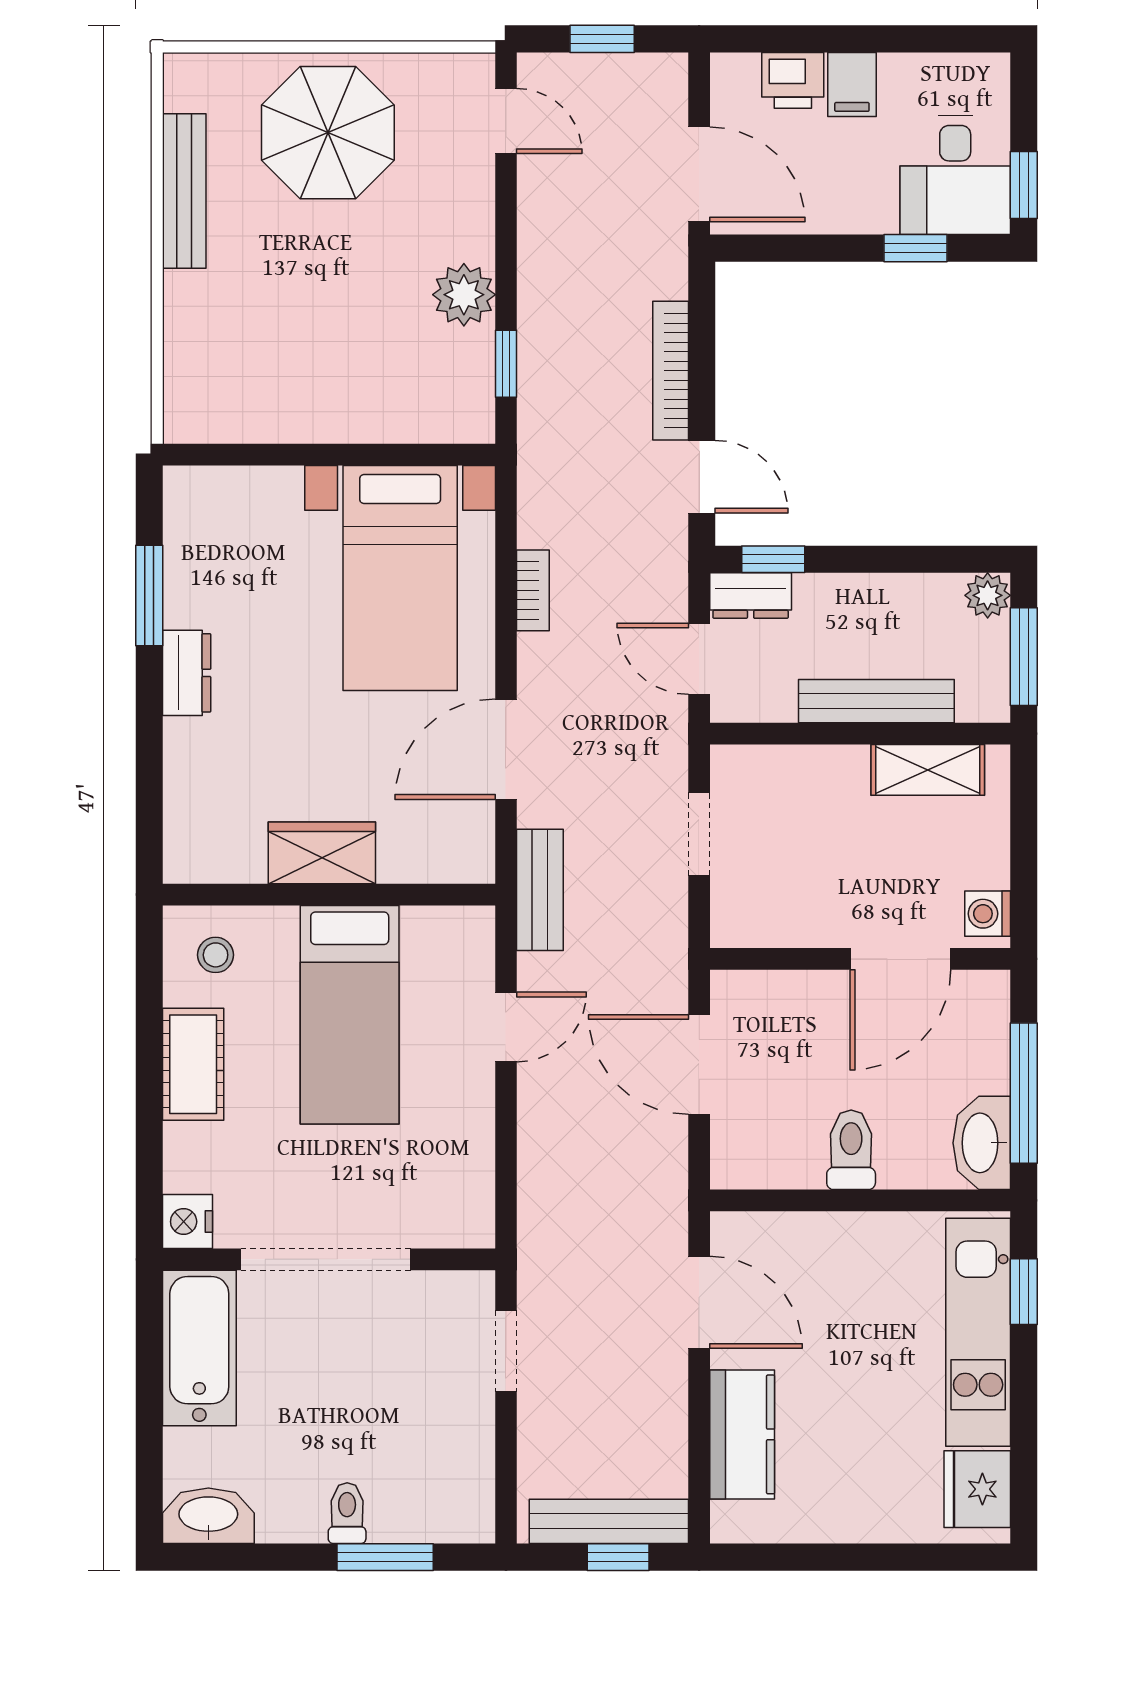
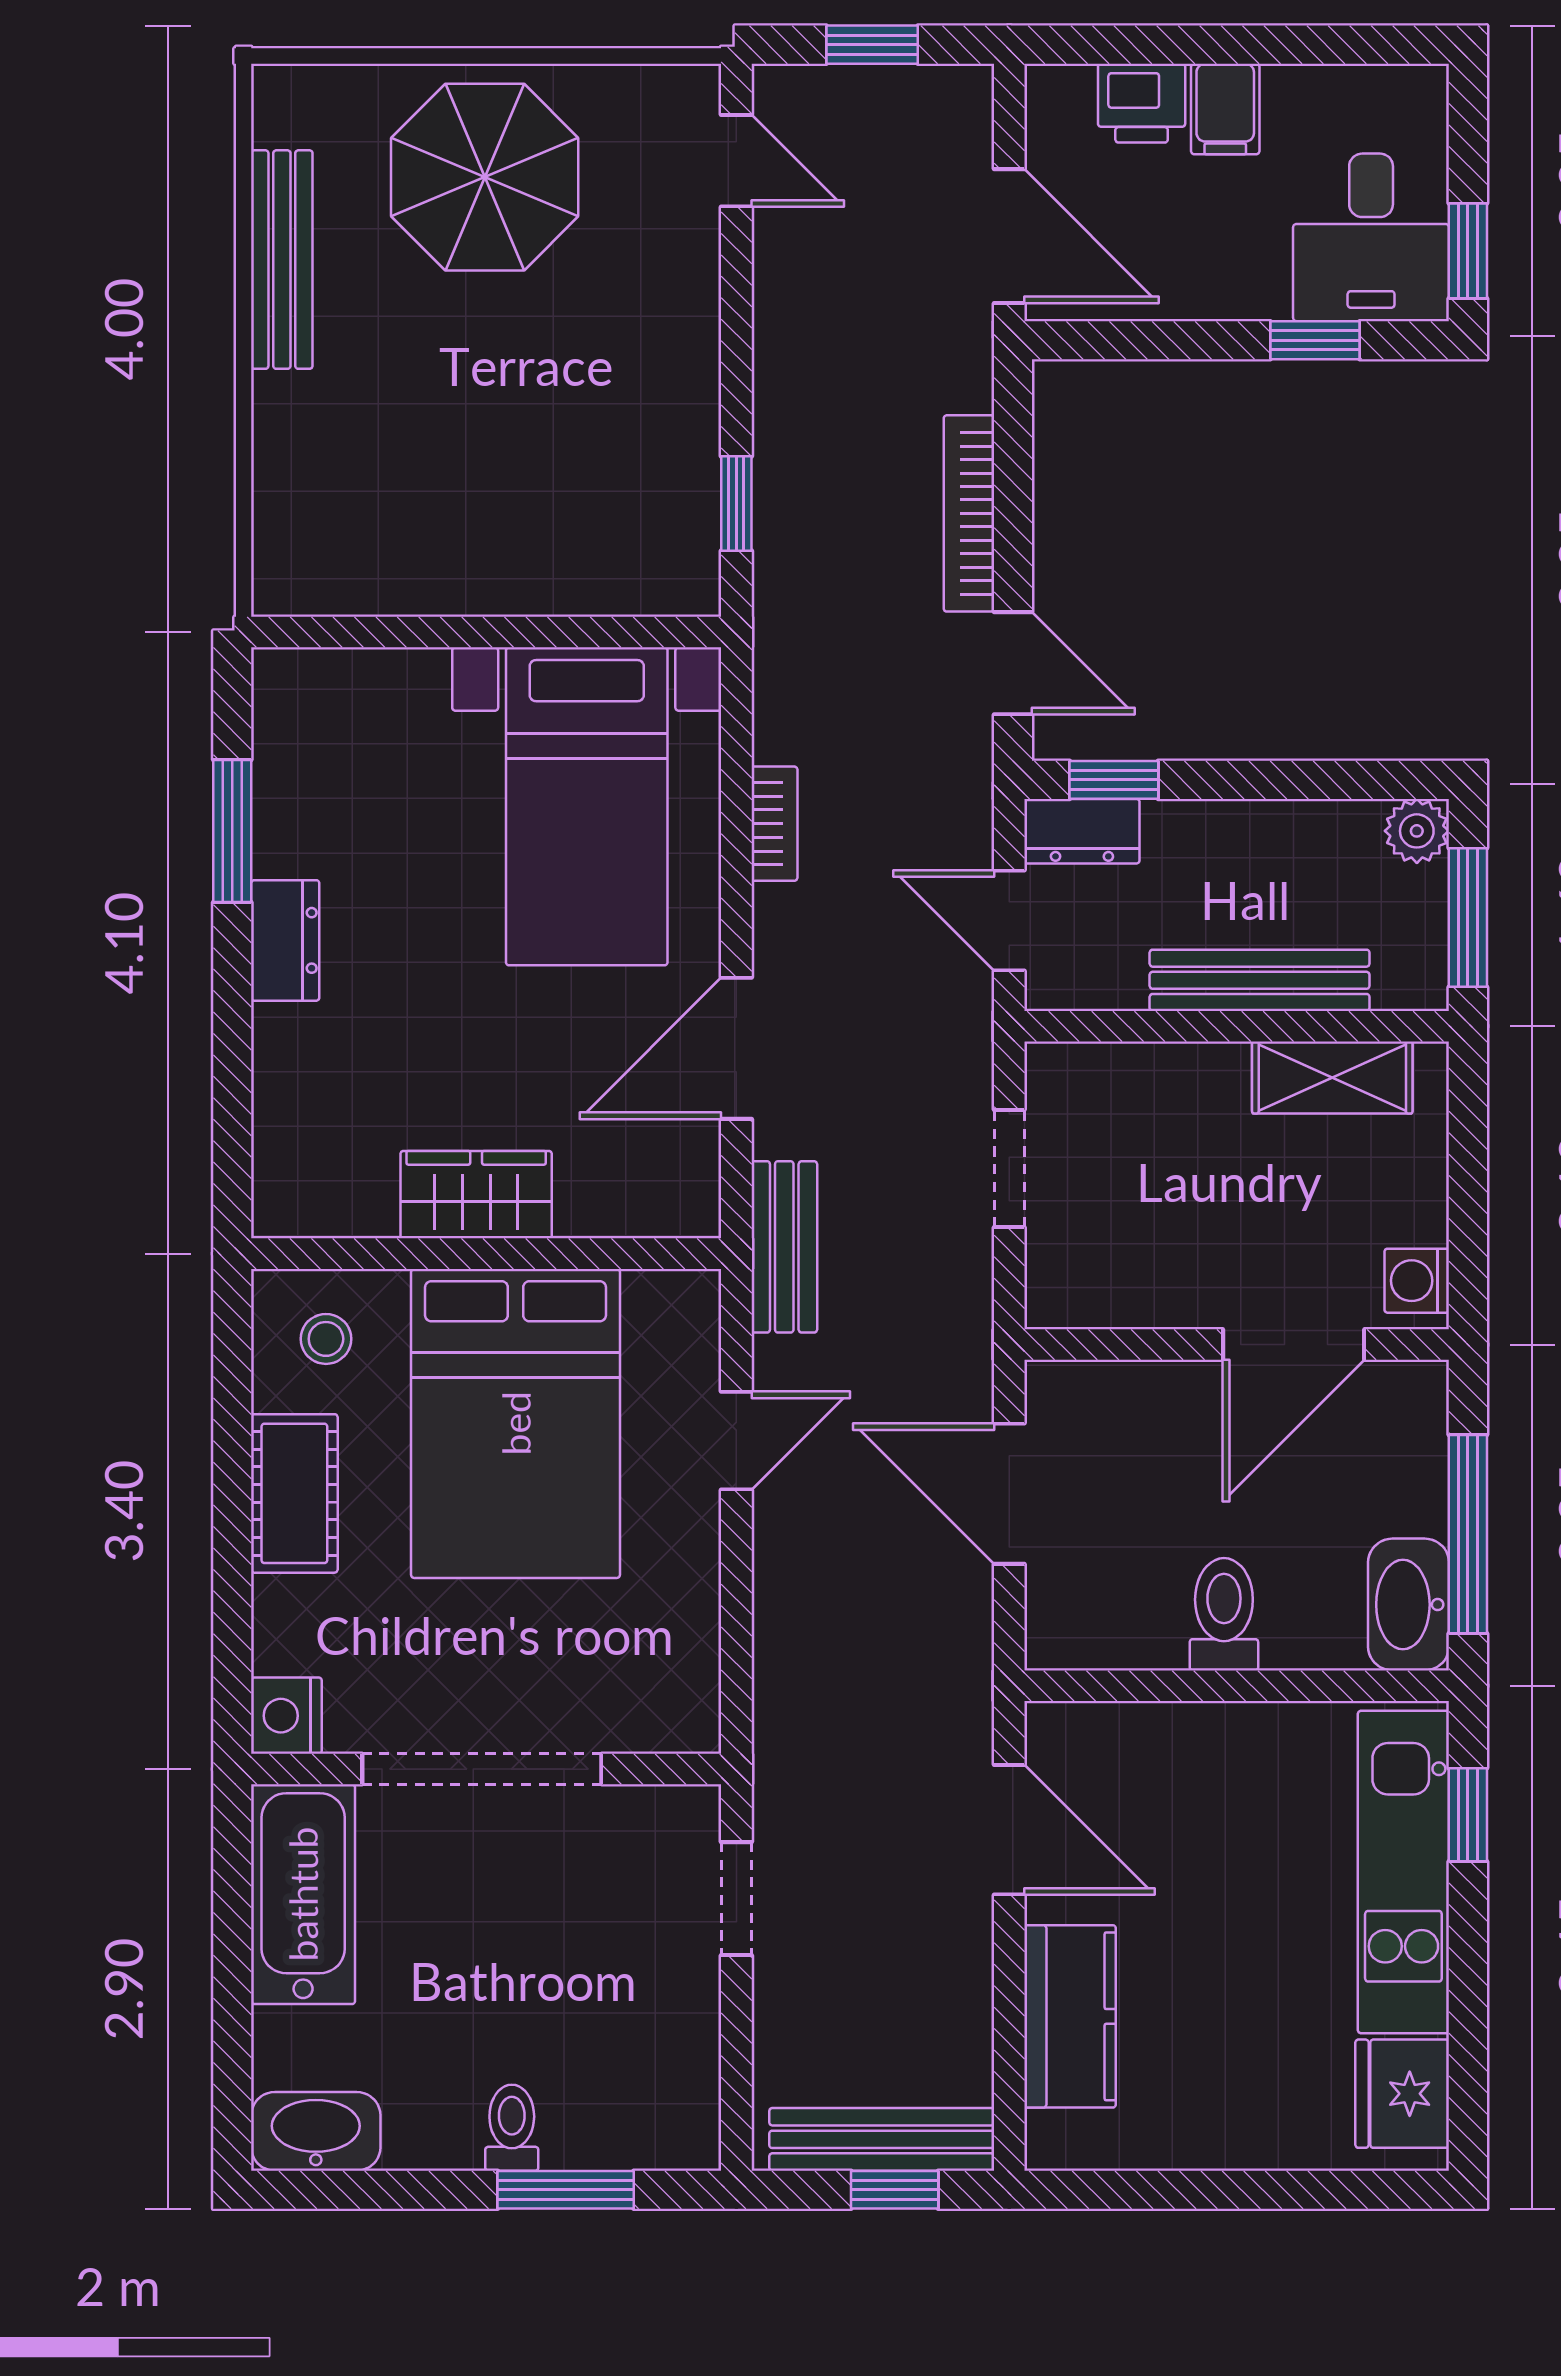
plant: (464, 295) -> (677, 406), removed
bed: (350, 1015) -> (516, 1423), width x1.50

